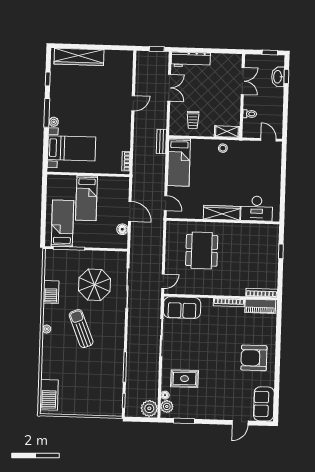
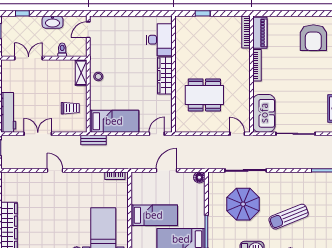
washbasin: (278, 77) -> (53, 22), moved
floor lamp: (122, 229) -> (199, 177), moved

